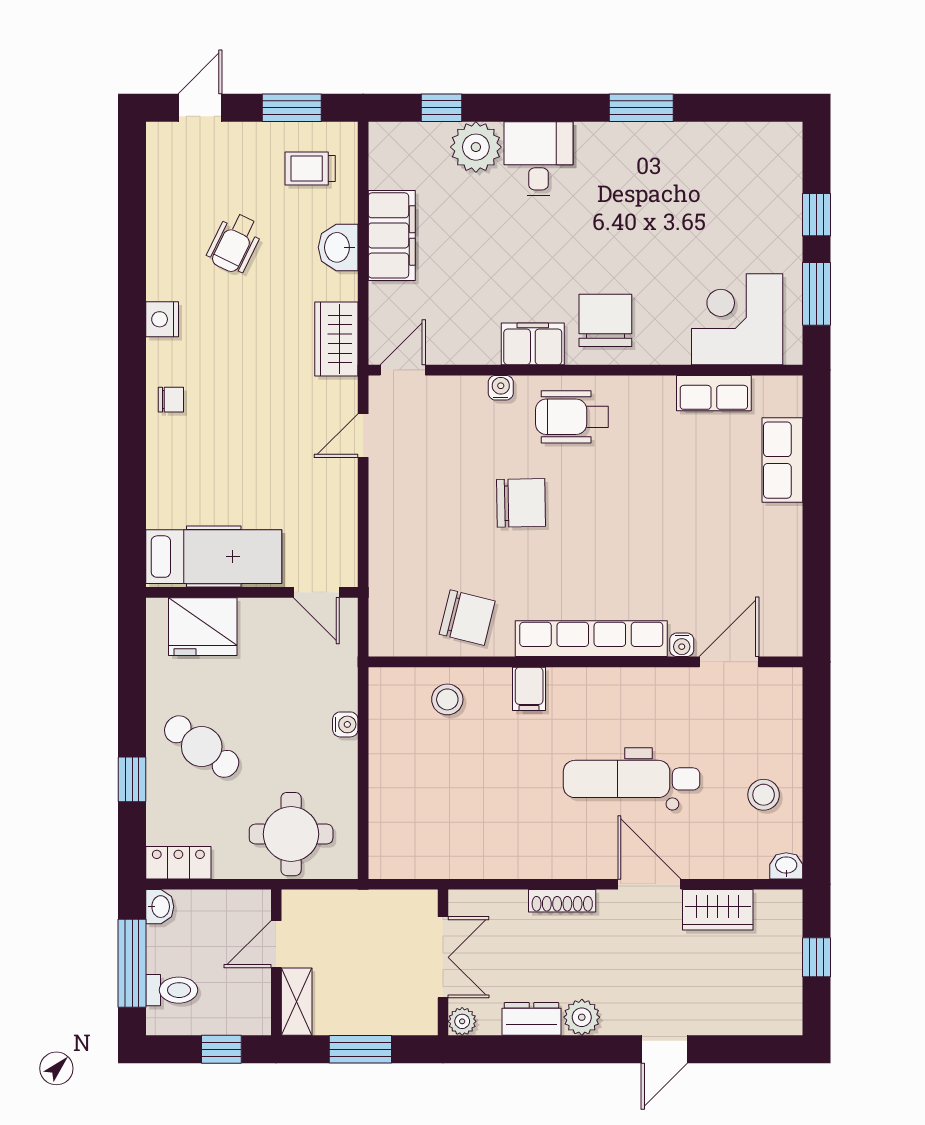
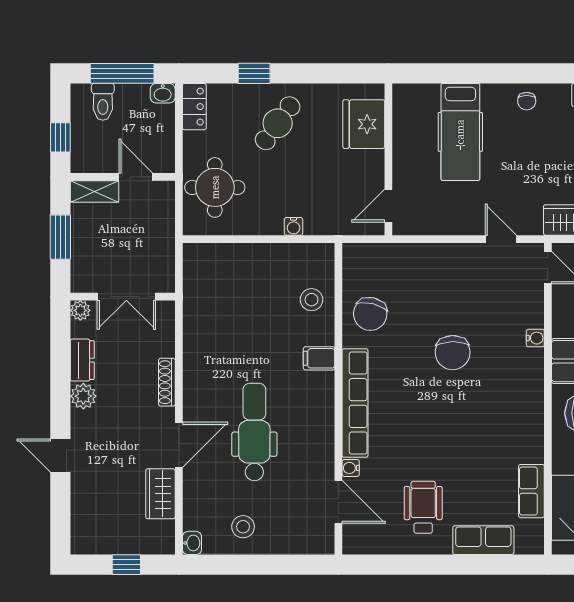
wheelchair: (572, 417) -> (423, 507), moved
hospital bed: (214, 557) -> (460, 132), moved

